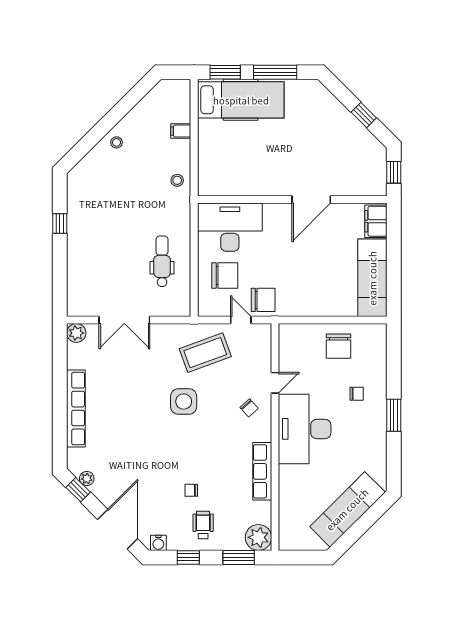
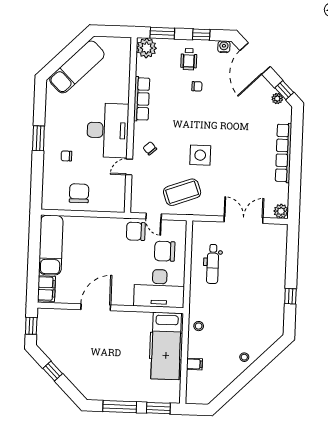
hospital bed: (241, 100) -> (166, 346), moved, turned -90

